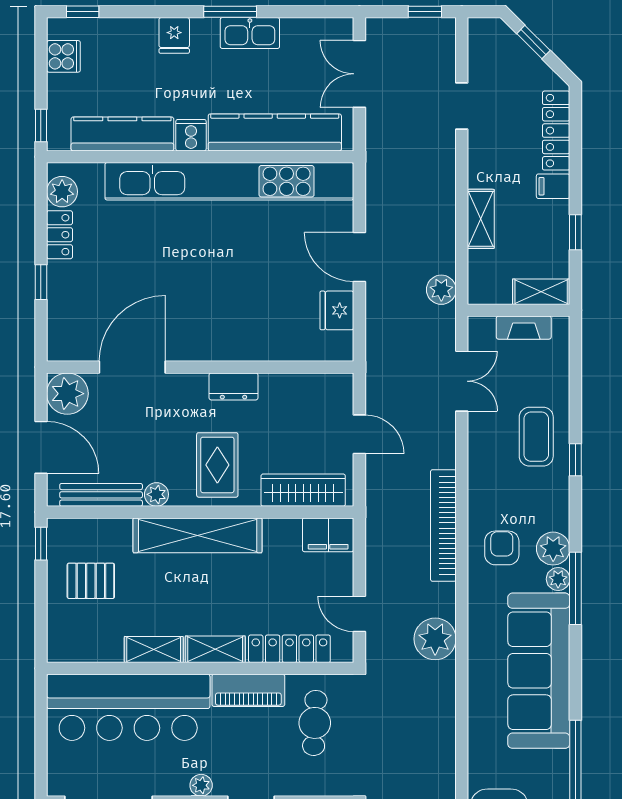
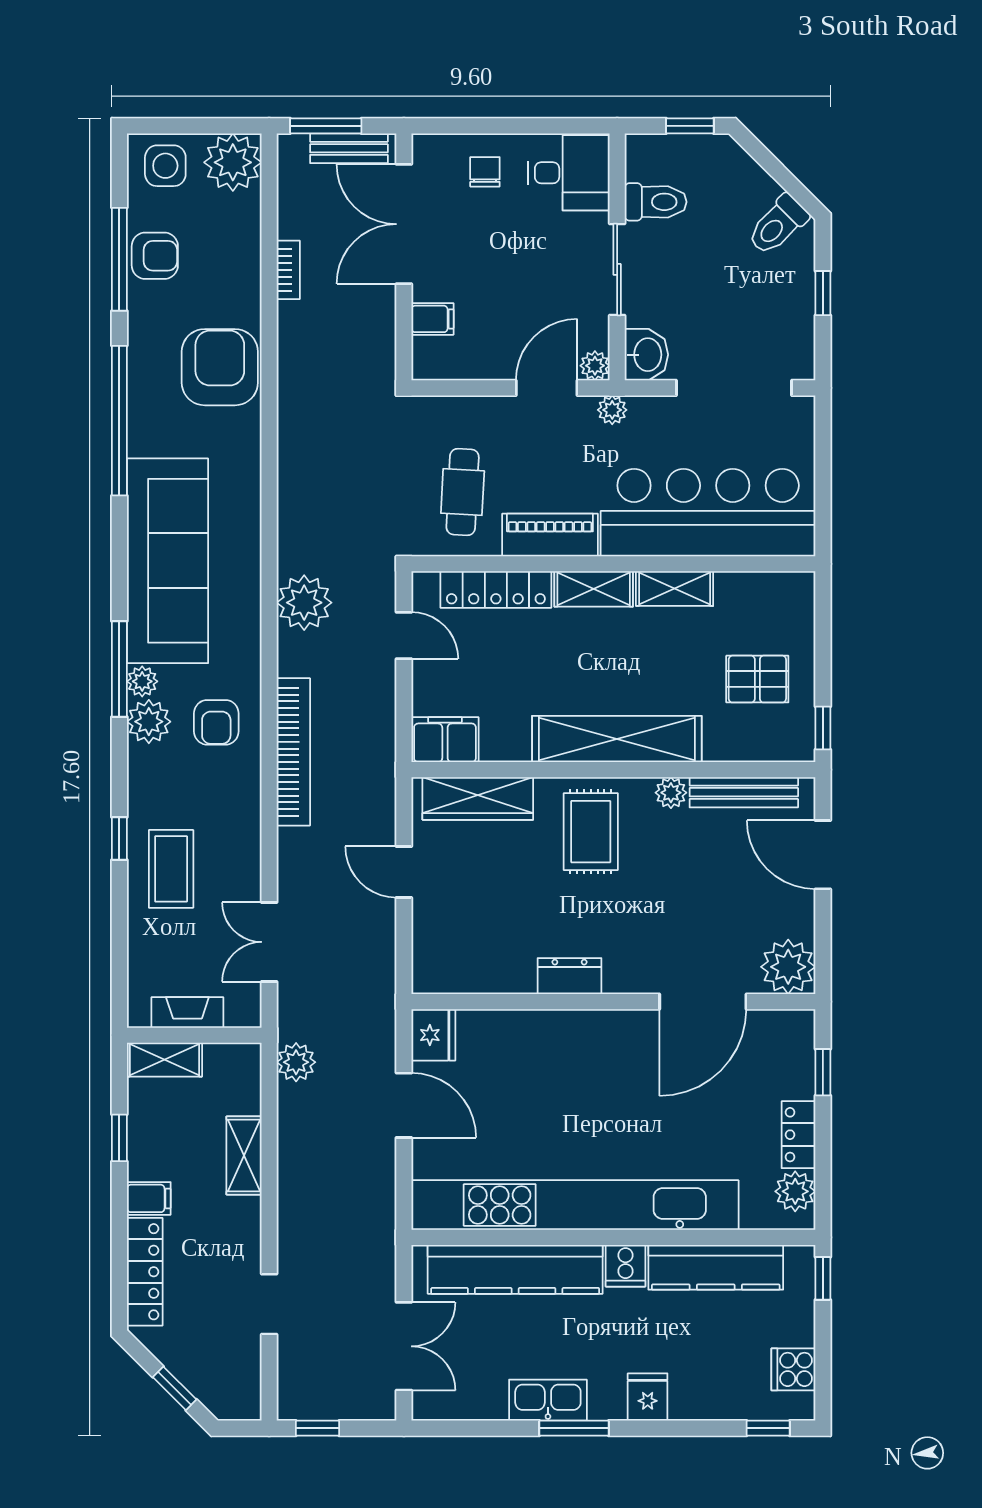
door: (132, 367) -> (703, 1002), moved
wall: (200, 367) -> (613, 1002), moved
dresser: (233, 386) -> (570, 976), moved
plant: (67, 394) -> (788, 967), moved

